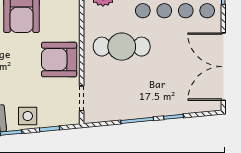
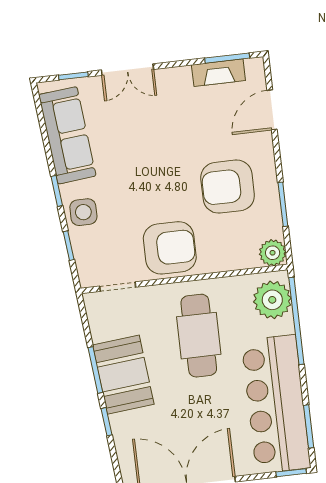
armchair: (59, 60) -> (170, 248), turned 90
booth: (143, 102) -> (123, 375), added

